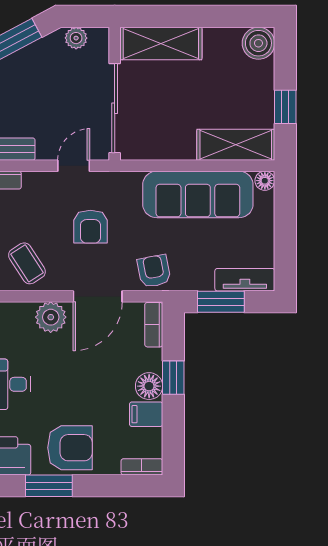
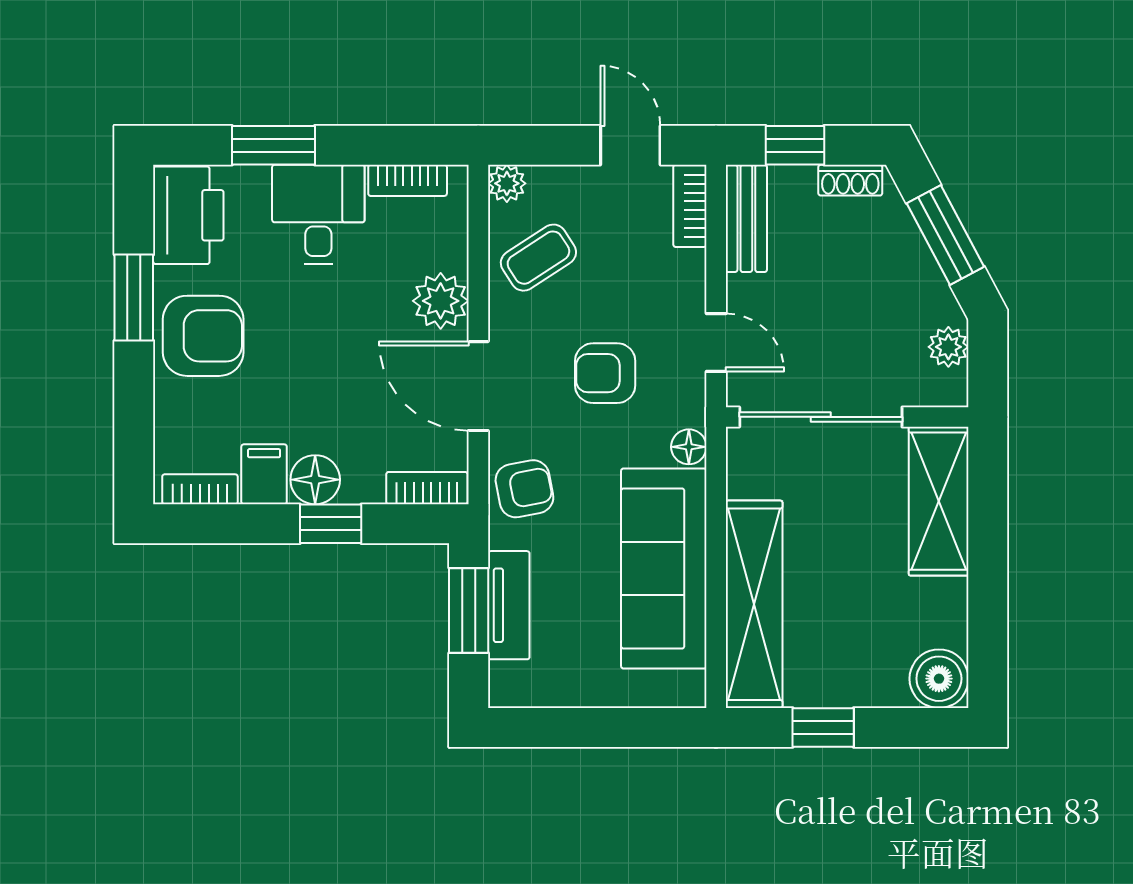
shelving: (236, 145) -> (754, 604), width x1.47
floor lamp: (265, 181) -> (689, 447), moved
tv unit: (245, 280) -> (509, 605), moved
armchair: (70, 448) -> (203, 336), turned -90
bookcase: (142, 467) -> (200, 489), moved, turned -90

